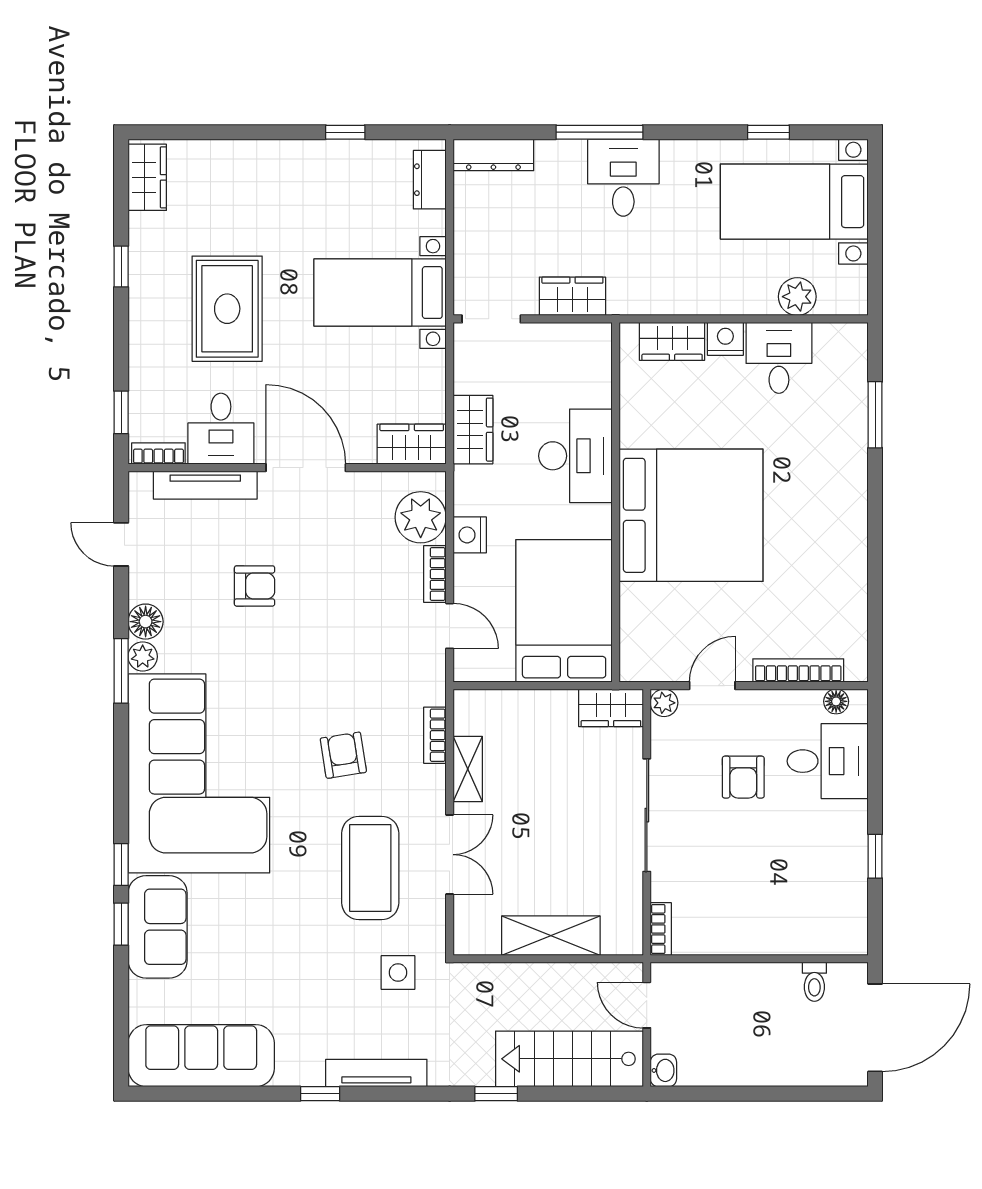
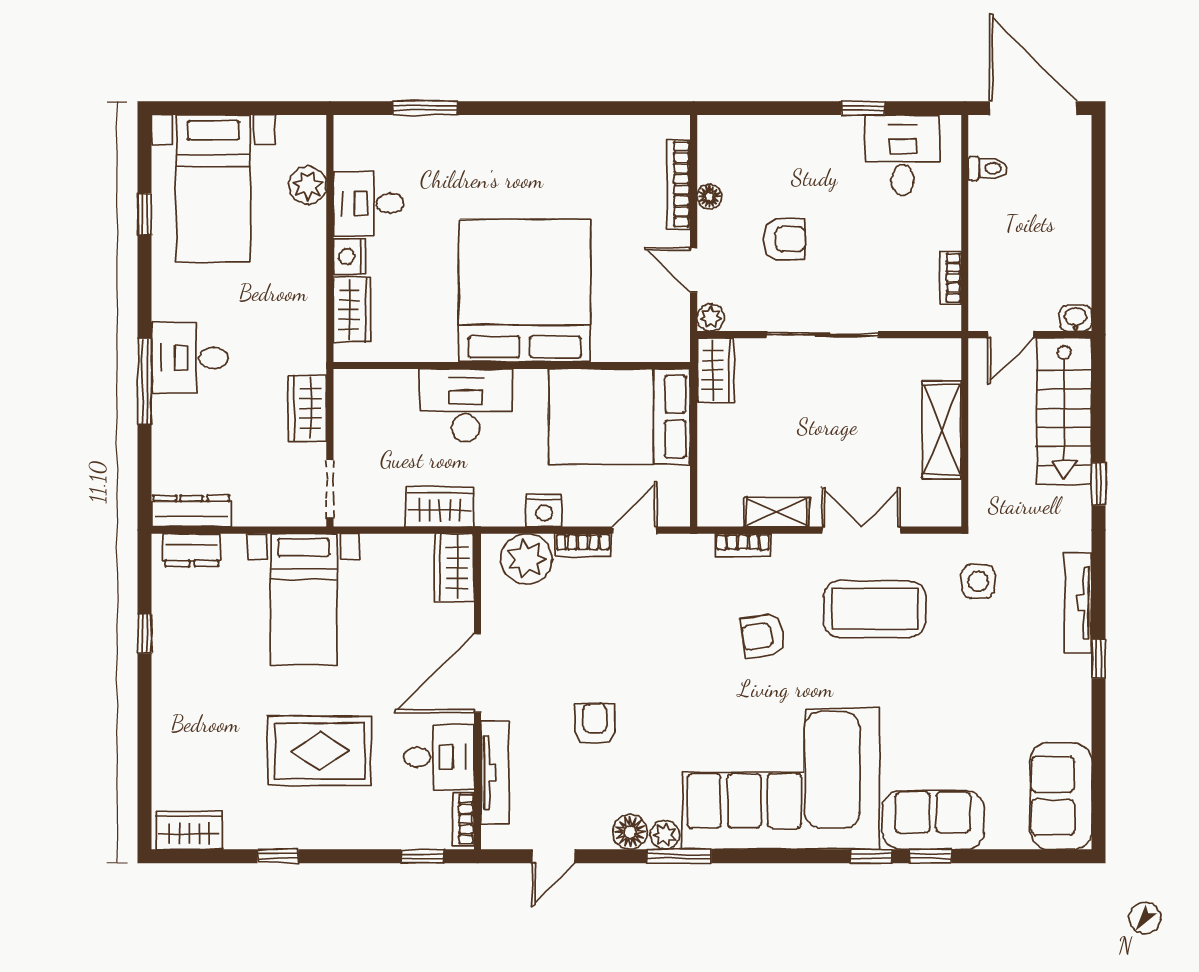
dresser: (493, 155) -> (191, 511), moved, turned -90
floor lamp: (836, 701) -> (709, 197), moved
desk: (828, 761) -> (902, 155), moved
bookcase: (661, 929) -> (951, 278), moved, turned -90
sofa: (201, 1056) -> (1061, 796), width x0.73

